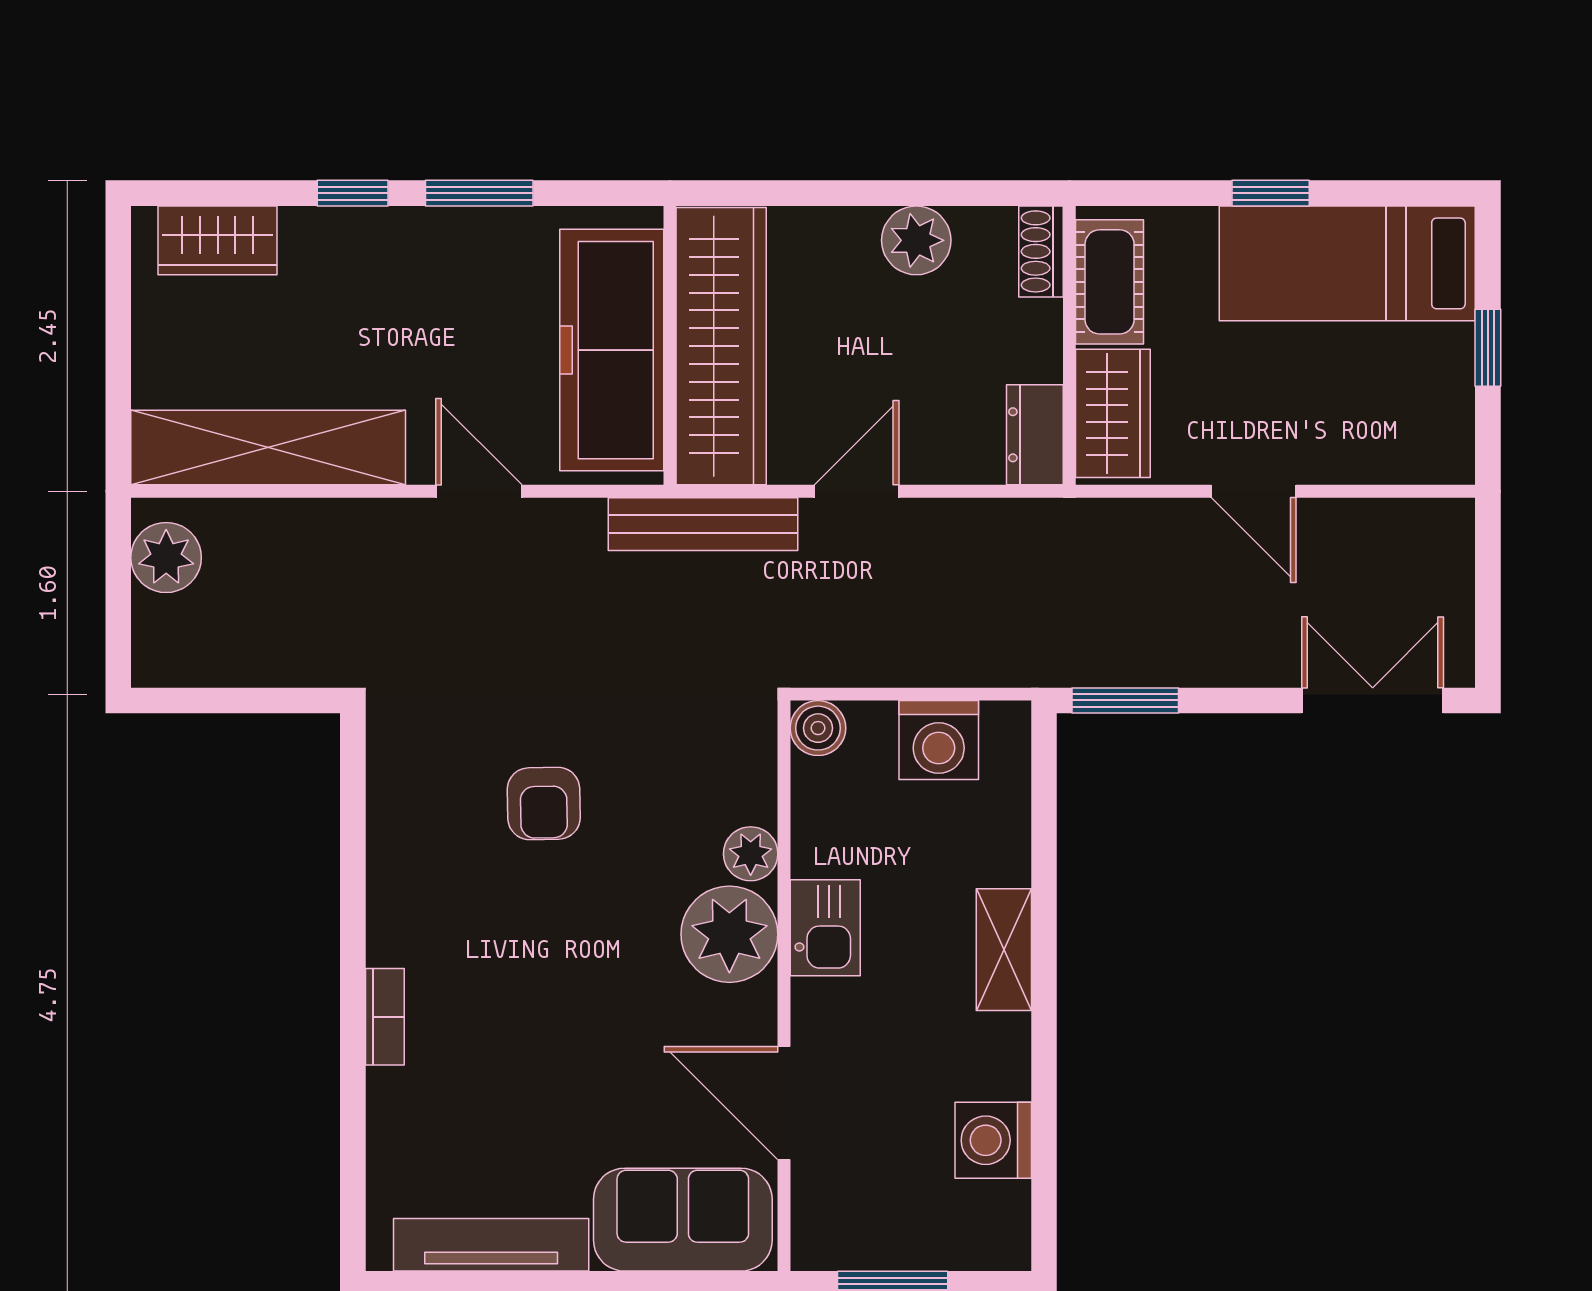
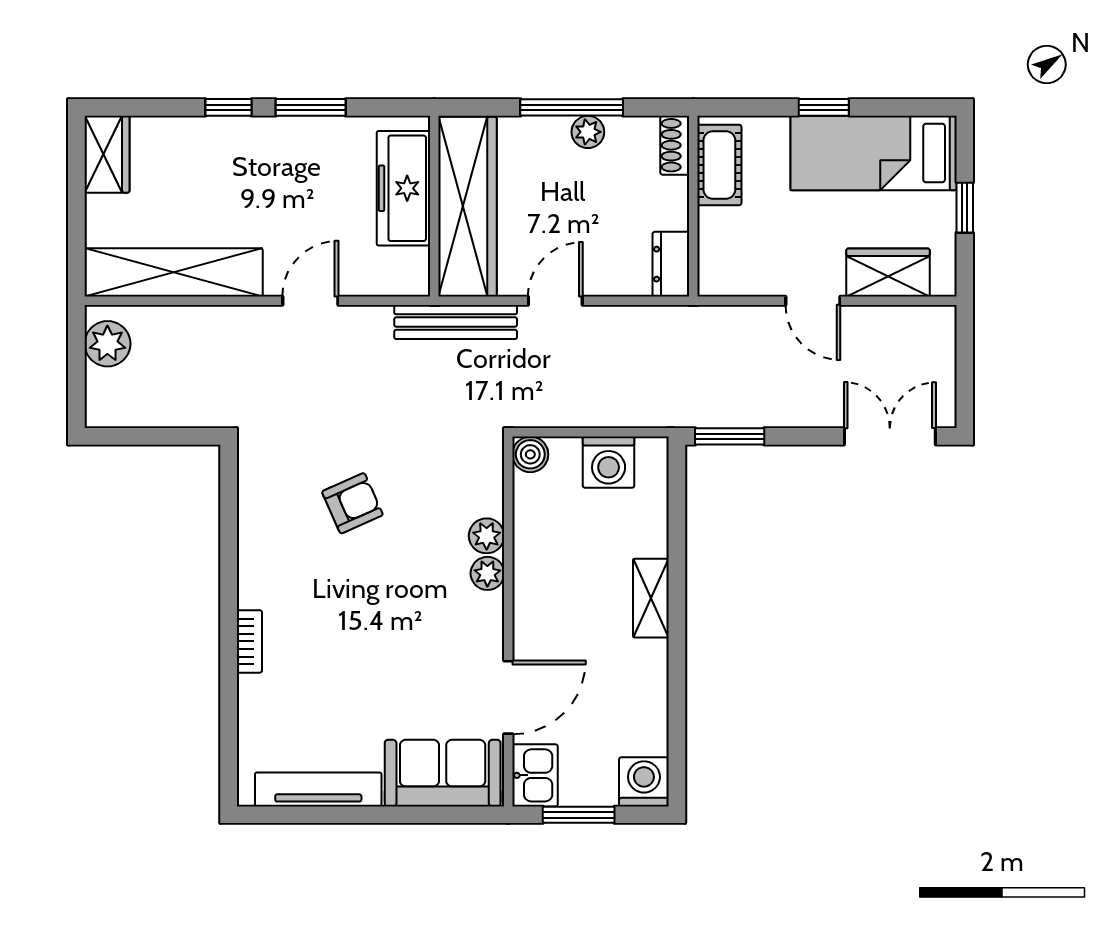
window: (882, 193) -> (572, 107), added
wardrobe: (218, 240) -> (107, 154), moved, turned -90
plant: (916, 240) -> (588, 132), width x0.73, depth x0.73
freezer: (612, 350) -> (403, 188), width x0.73, depth x0.79
wardrobe: (1113, 413) -> (888, 272), moved, turned -90
door: (479, 491) -> (310, 301), hinge flipped
armchair: (544, 803) -> (352, 503), turned -113
kitchen sink: (825, 928) -> (535, 775), moved
plant: (729, 934) -> (487, 573), width x0.53, depth x0.53
door: (784, 1103) -> (508, 697), swing flipped
washing machine: (993, 1140) -> (644, 782), moved, turned 90

